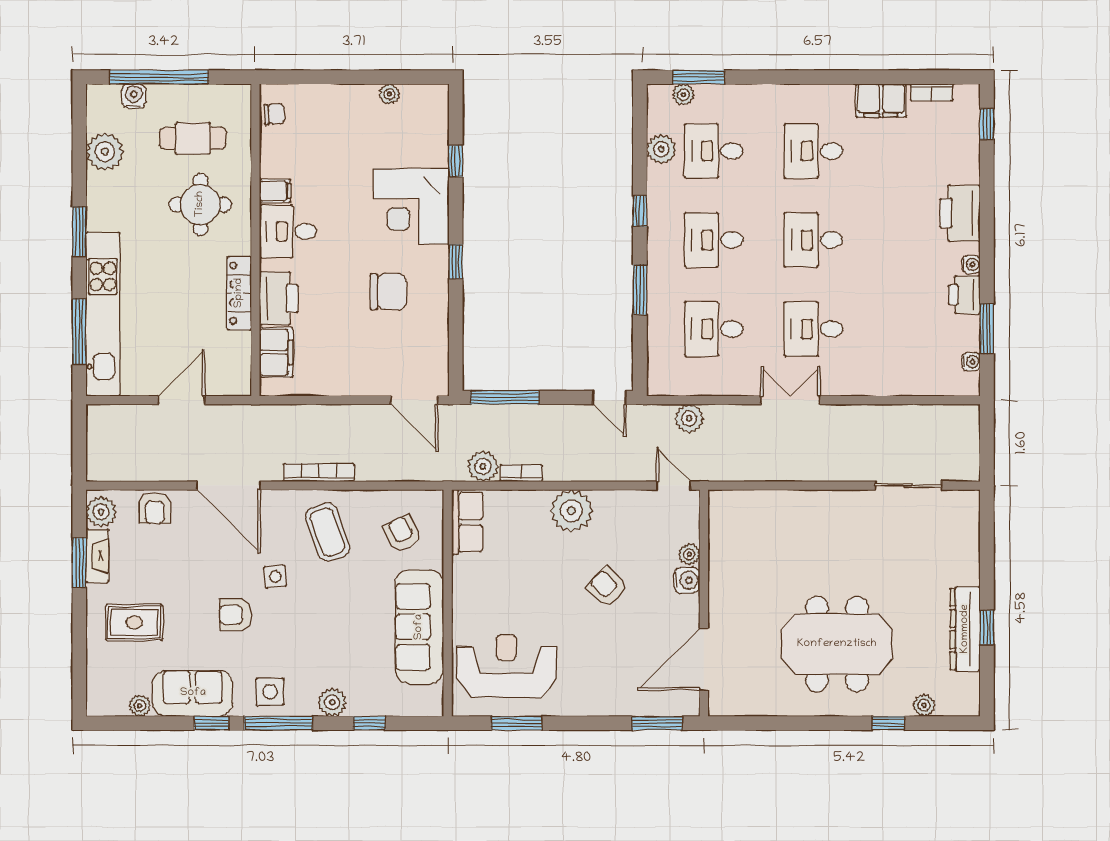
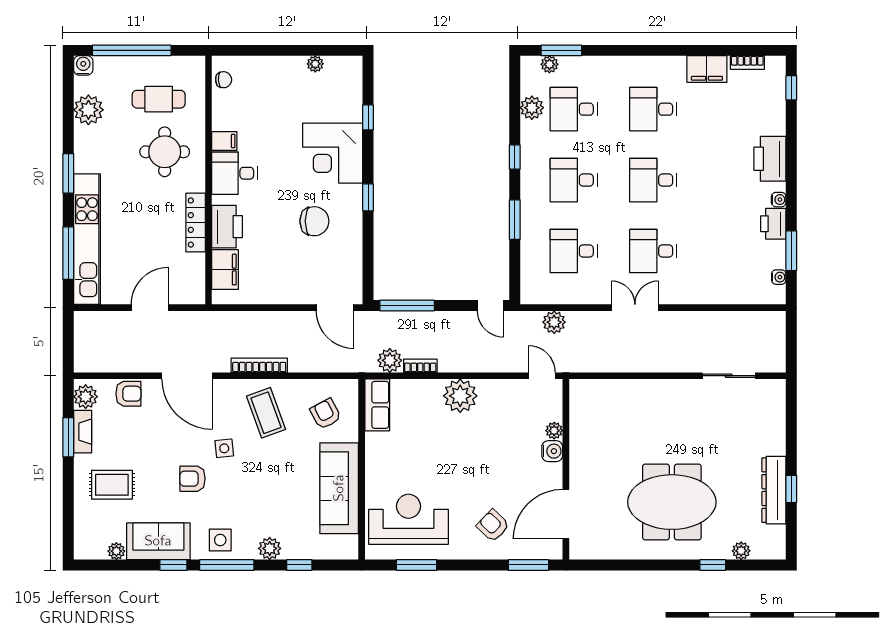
water cooler: (134, 96) -> (83, 65), moved
armchair: (155, 508) -> (128, 394), turned -90
armchair: (607, 587) -> (493, 526), moved

